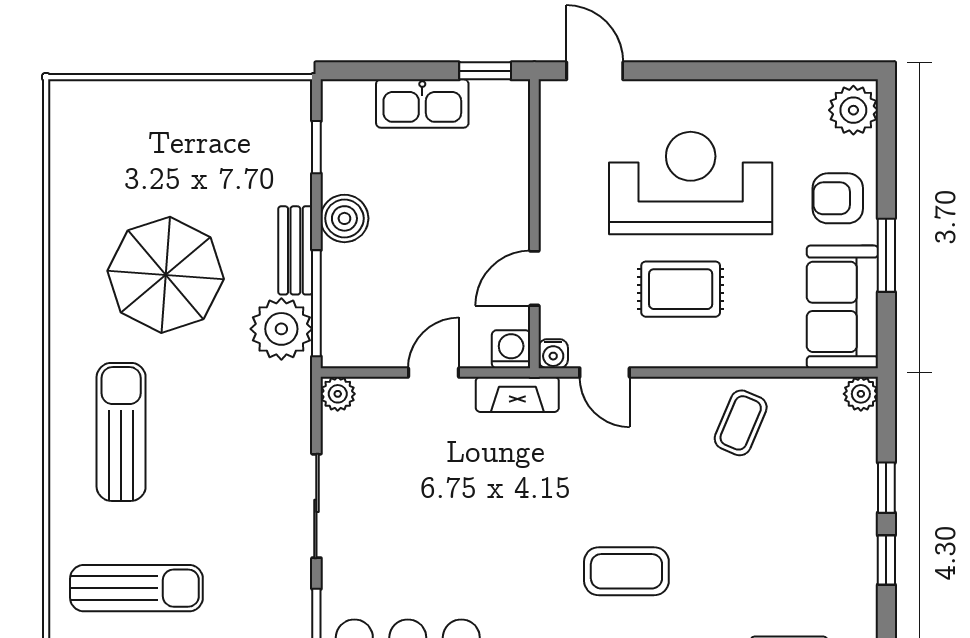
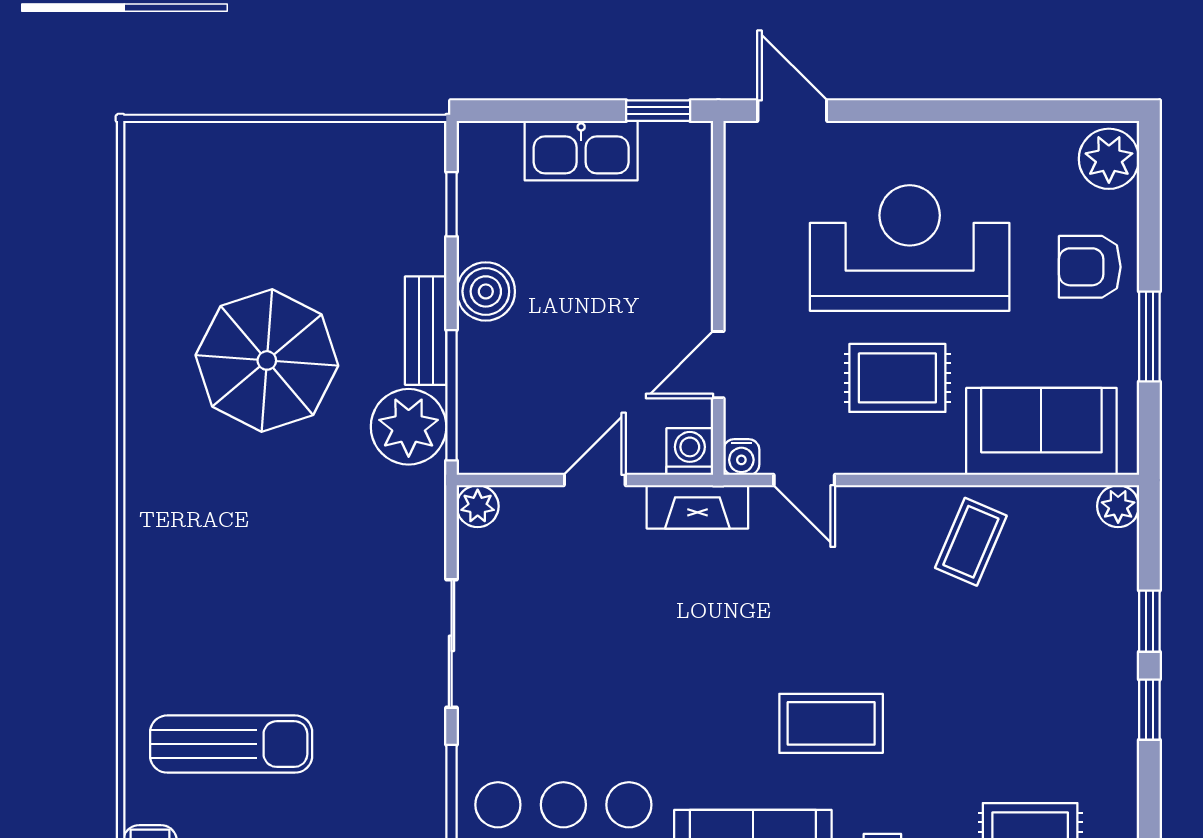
sofa: (842, 307) -> (1041, 431), moved, turned 90
sun lounger: (121, 432) -> (212, 553), removed

